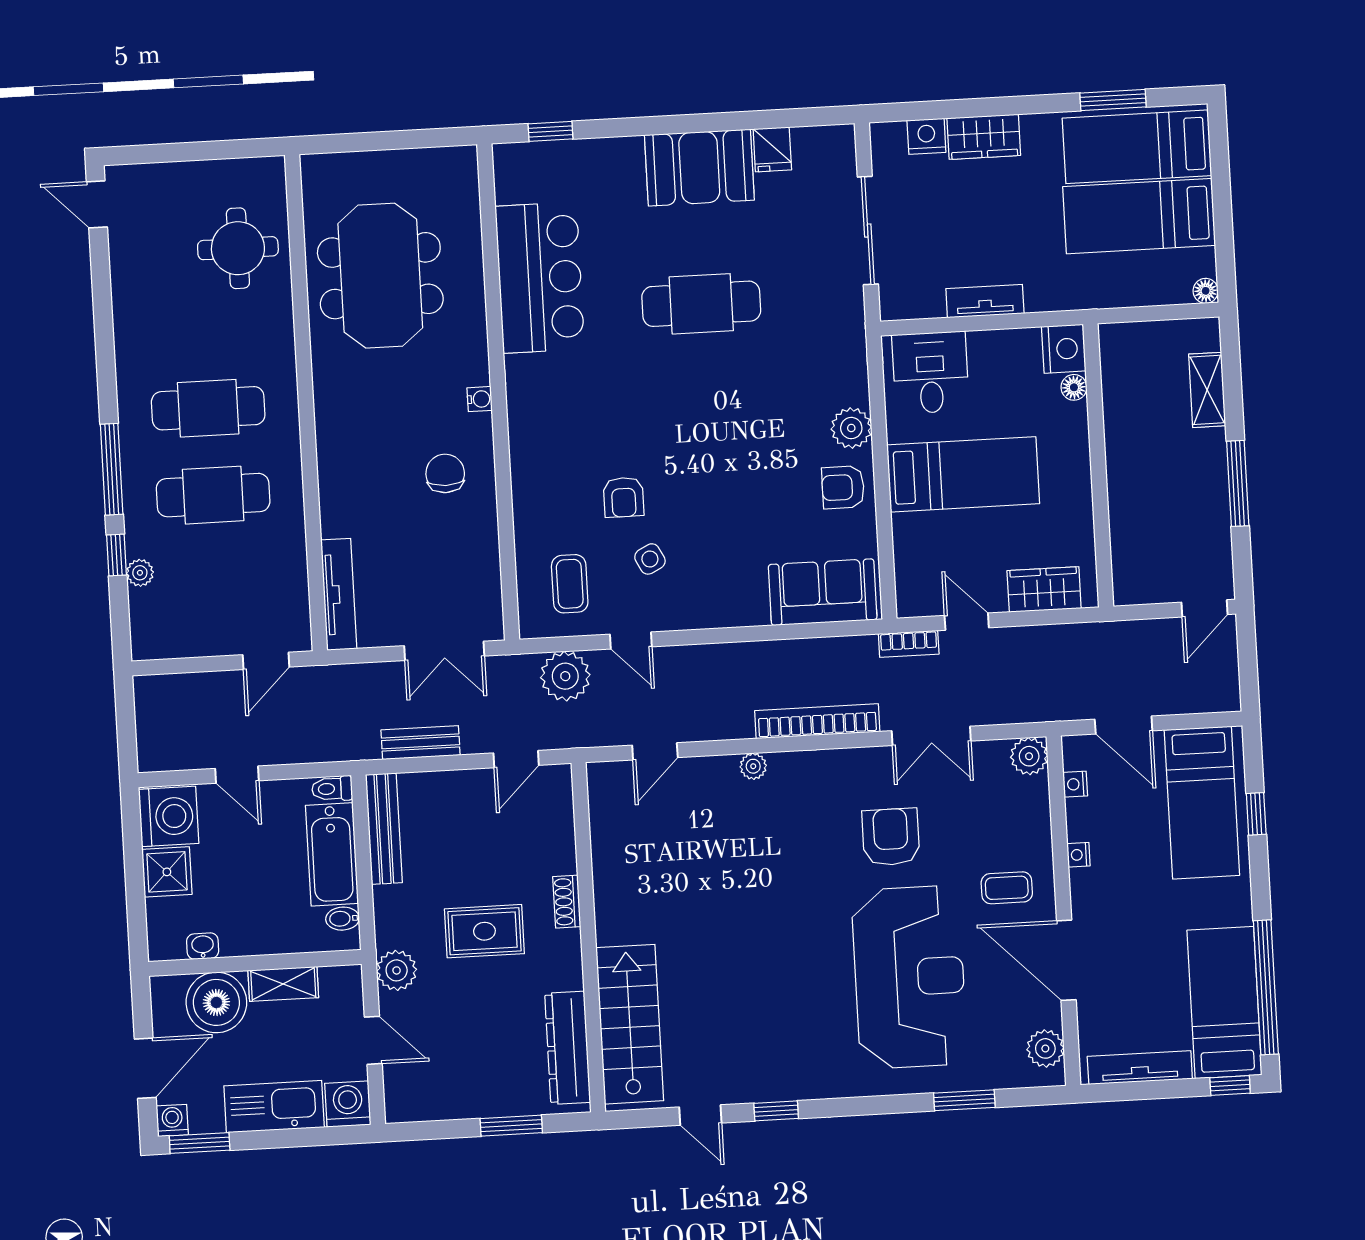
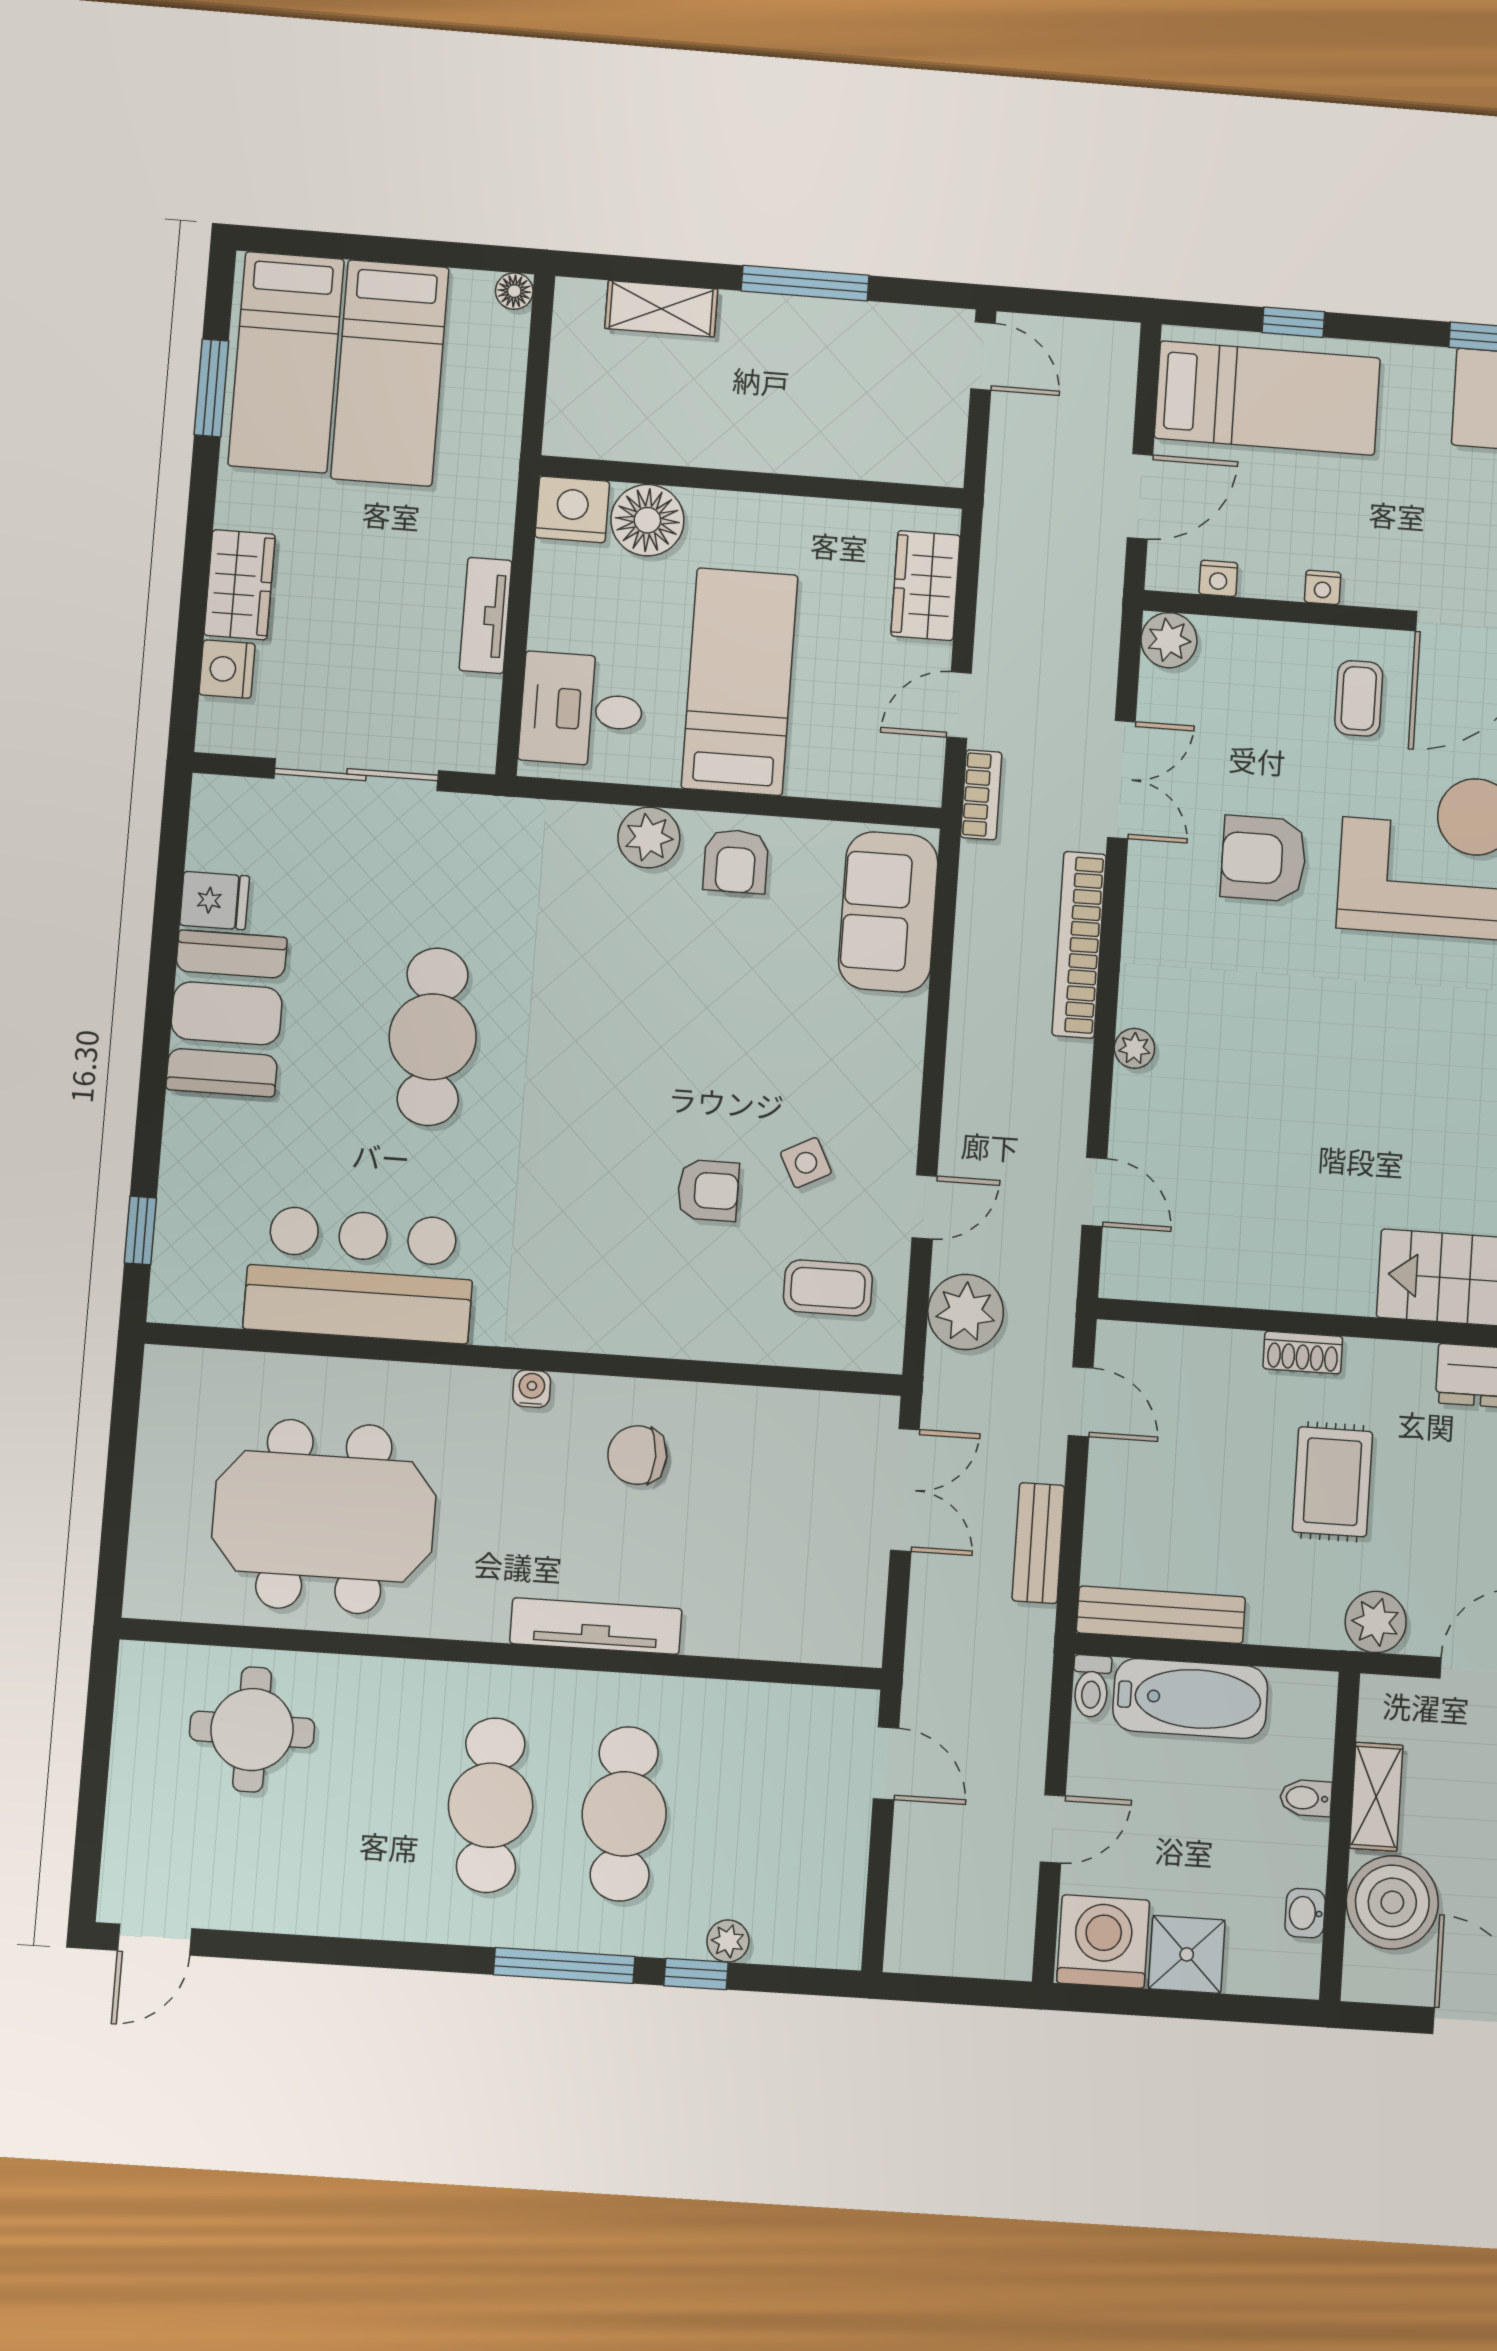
floor lamp: (1074, 387) -> (647, 520), width x1.89, depth x1.89
tv unit: (339, 594) -> (596, 1626), moved
bidet: (343, 919) -> (1306, 1798), moved, turned 90

